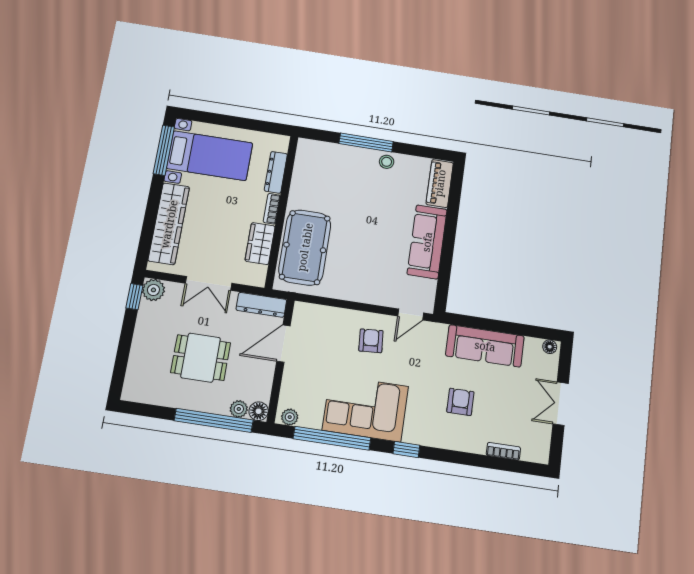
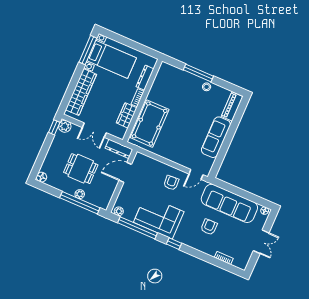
sofa: (485, 346) -> (229, 203), width x1.36, depth x1.27
double door: (561, 404) -> (261, 242), swing flipped
plant: (239, 409) -> (80, 194), moved
floor lamp: (259, 411) -> (42, 177), moved

